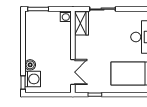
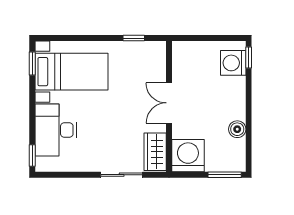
washing machine: (66, 16) -> (188, 156), width x1.89, depth x1.89
boiler: (30, 65) -> (237, 129), moved
double door: (73, 72) -> (169, 103), moved

